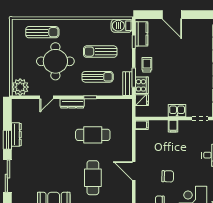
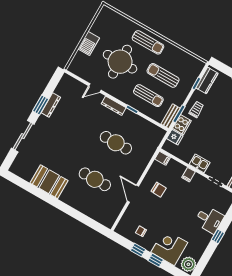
barbecue: (122, 26) -> (89, 43), moved, turned -90
sun lounger: (42, 32) -> (148, 42), moved
plant: (20, 87) -> (77, 66), removed
chair: (168, 176) -> (159, 190), moved
cafe table: (93, 178) -> (95, 179), turned 90

